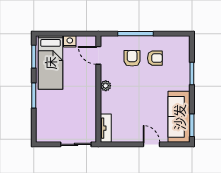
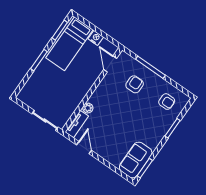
armchair: (155, 58) -> (167, 102), moved
plant: (106, 86) -> (88, 108), moved
sofa: (179, 117) -> (136, 160), width x0.73
door: (151, 144) -> (84, 148), moved

